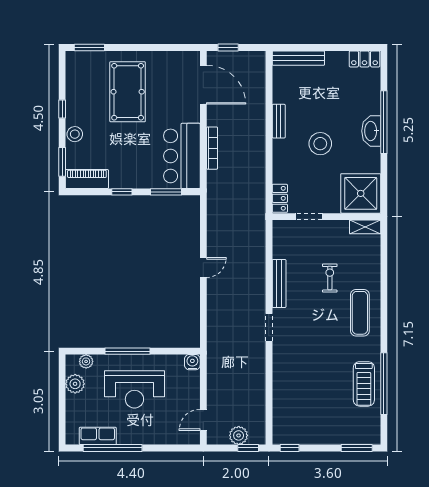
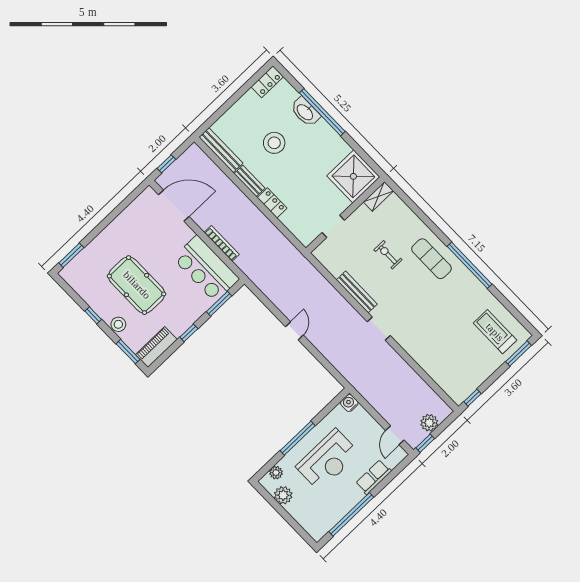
bench: (298, 58) -> (221, 150), moved, turned 90
pool table: (128, 92) -> (137, 285), moved
washbasin: (371, 131) -> (305, 112), moved
stool: (320, 144) -> (274, 143), moved
locker: (280, 198) -> (272, 203), moved
treadmill: (364, 384) -> (495, 332), moved, turned 180
window: (384, 384) -> (469, 265), moved
row of seats: (98, 436) -> (373, 477), moved
window: (248, 448) -> (425, 443), moved

